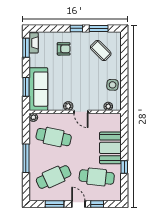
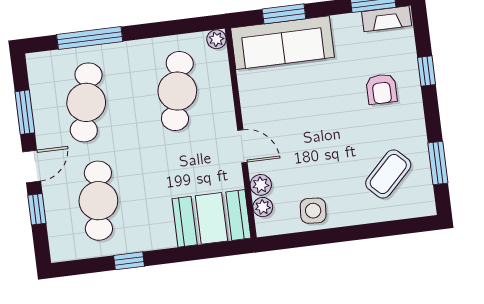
window: (76, 28) -> (426, 71), moved
plant: (68, 106) -> (261, 185), moved
door: (81, 112) -> (242, 146), swing flipped
booth: (110, 148) -> (211, 218), moved
window: (26, 158) -> (90, 38), moved
cafe table: (54, 177) -> (86, 102), turned 36

